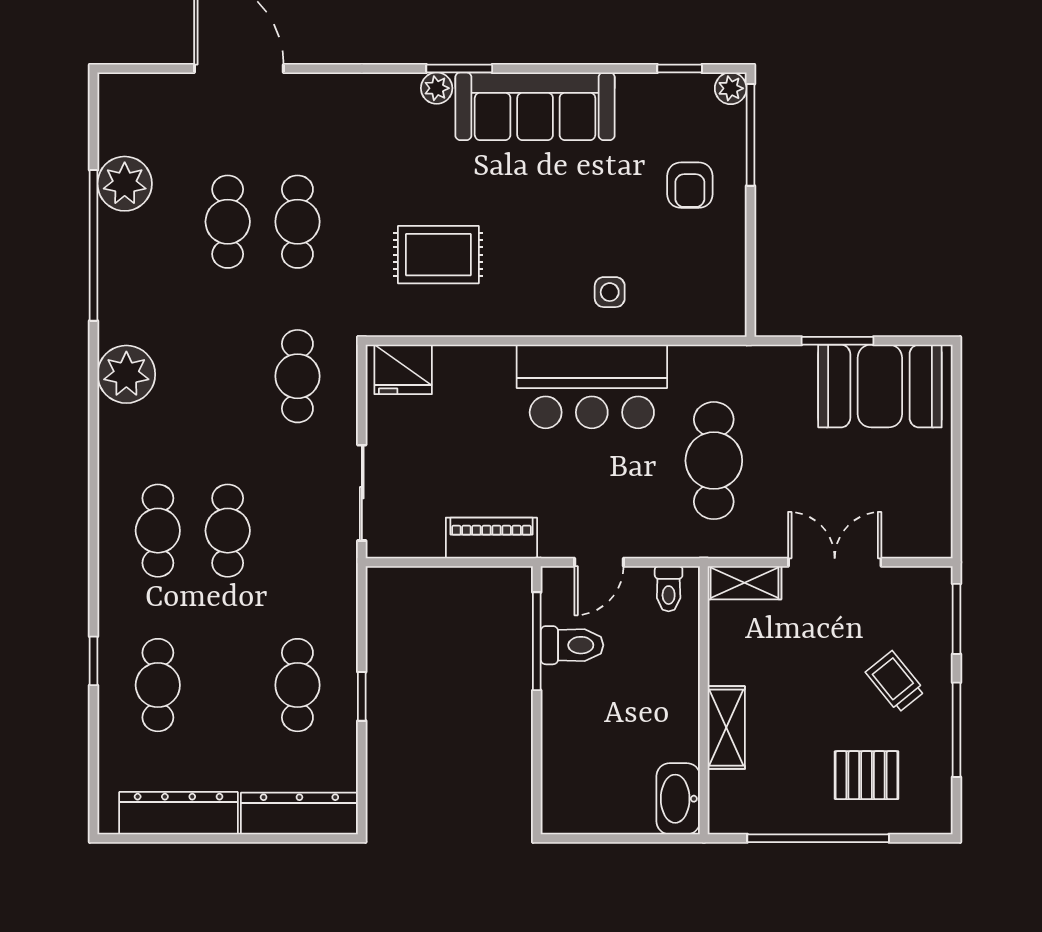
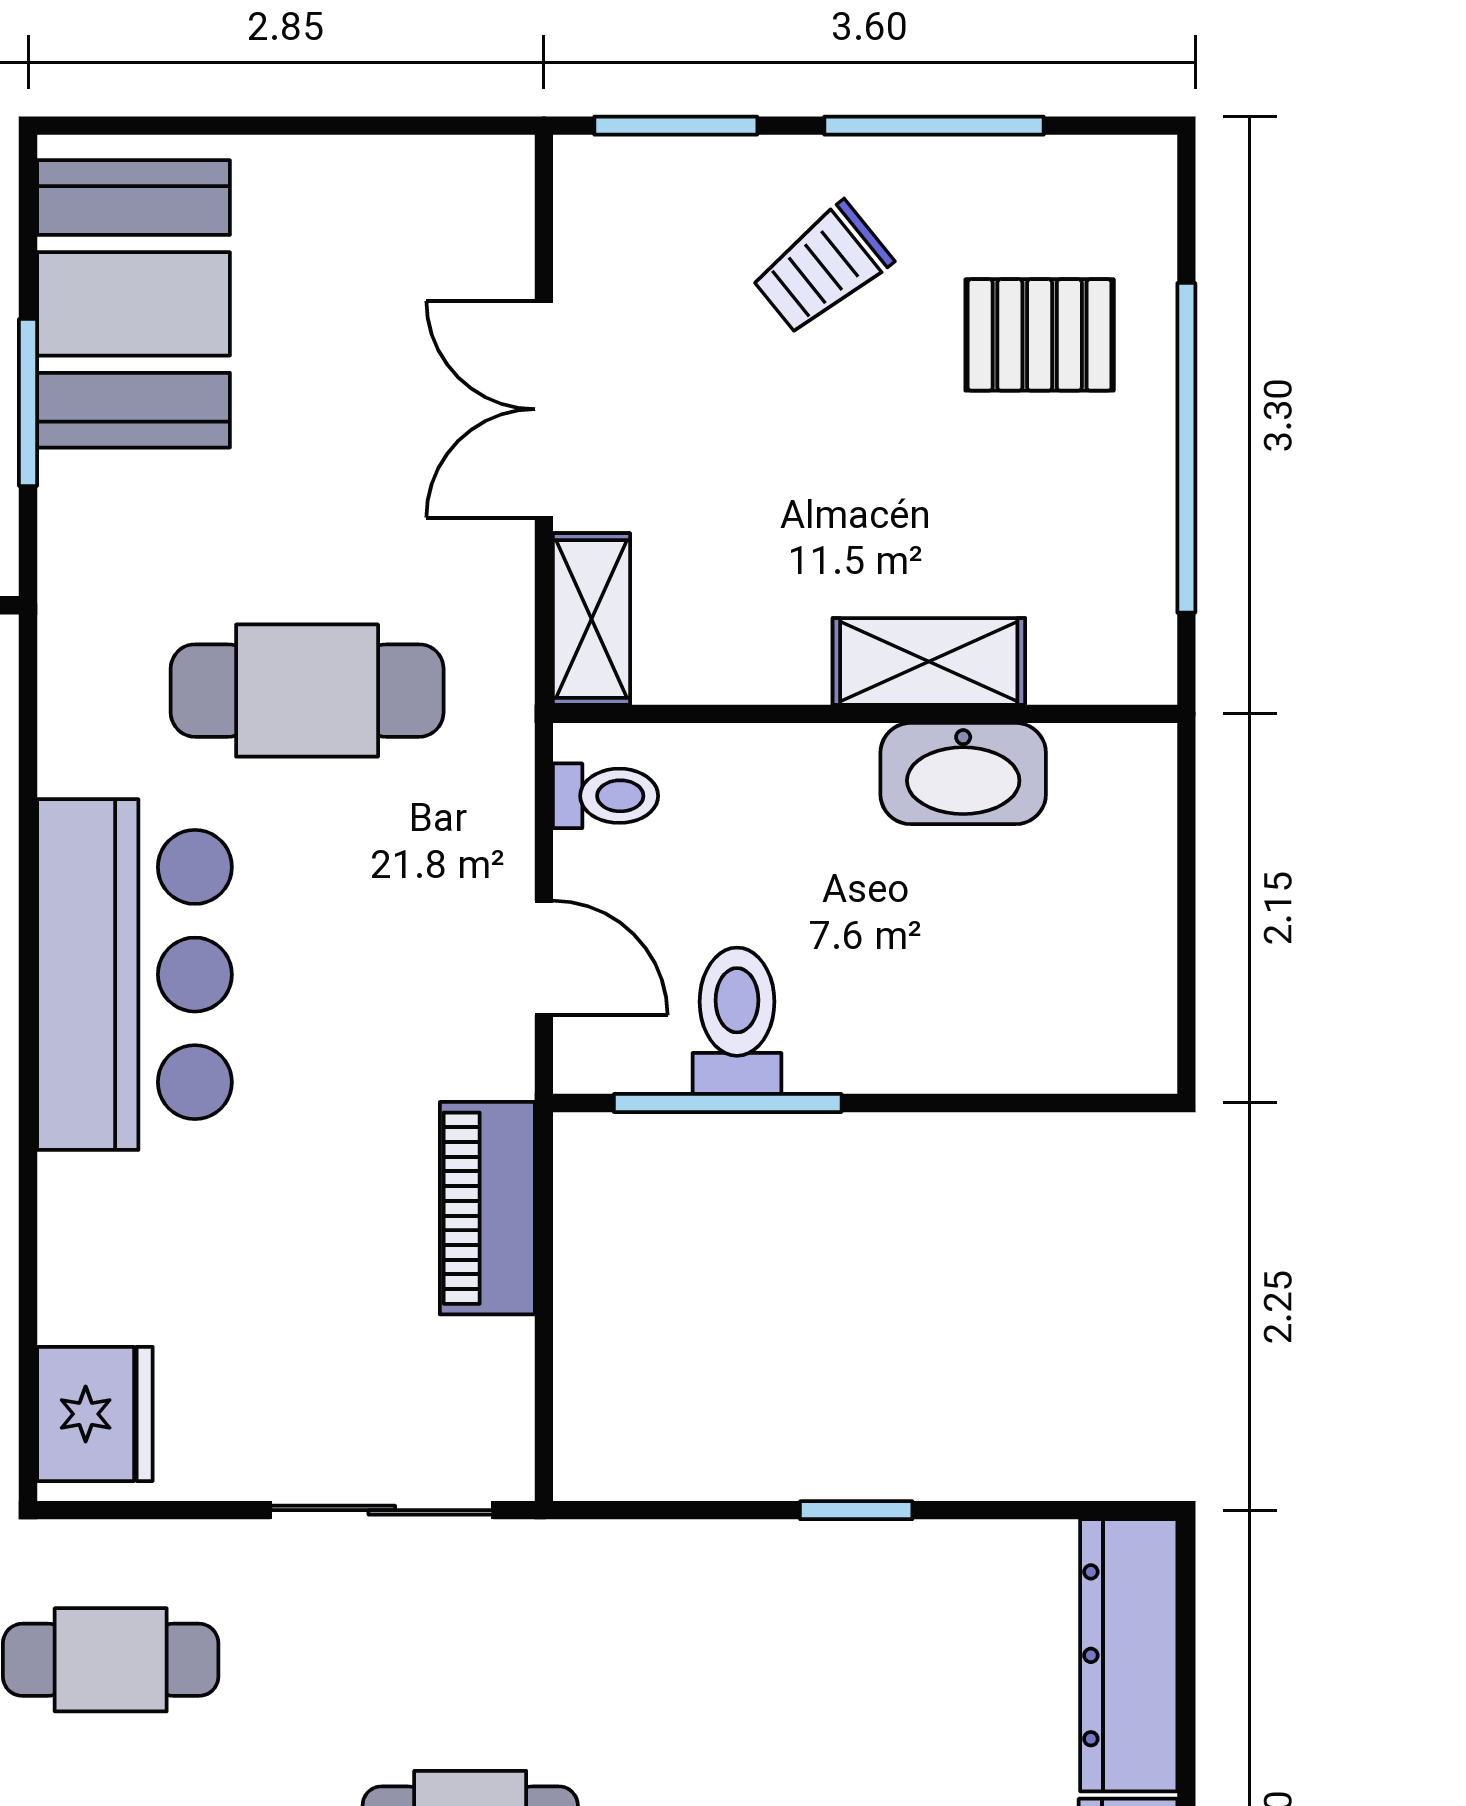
cafe table: (297, 685) -> (830, 1660), removed
pallet: (867, 775) -> (1040, 335), turned 90
washbasin: (678, 799) -> (963, 774), moved

